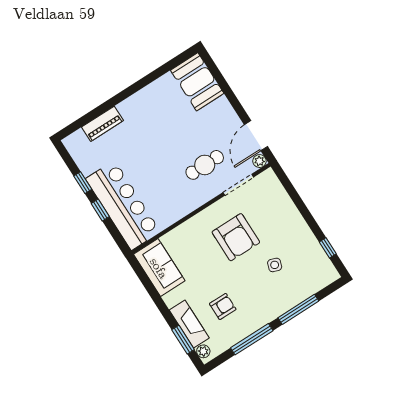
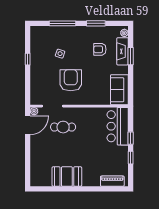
booth: (197, 82) -> (67, 176), moved, turned 90
piano: (102, 124) -> (112, 181), moved
bar counter: (123, 205) -> (118, 126), width x0.73
window: (328, 248) -> (28, 59), moved
window: (252, 339) -> (96, 23), width x0.69
window: (183, 340) -> (131, 56), moved

